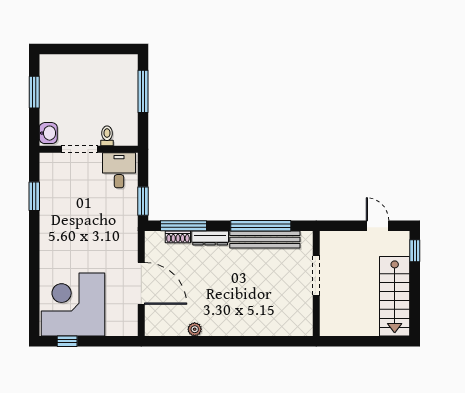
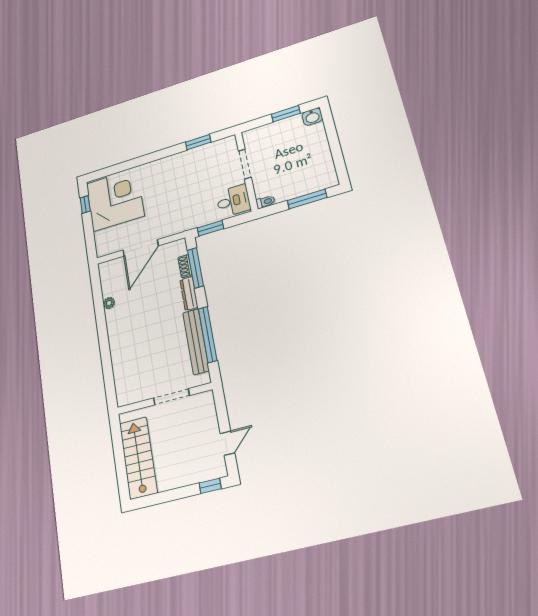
washbasin: (48, 133) -> (312, 117), moved
toilet: (107, 136) -> (265, 202), moved
stairs: (395, 296) -> (138, 458), moved, turned 90

